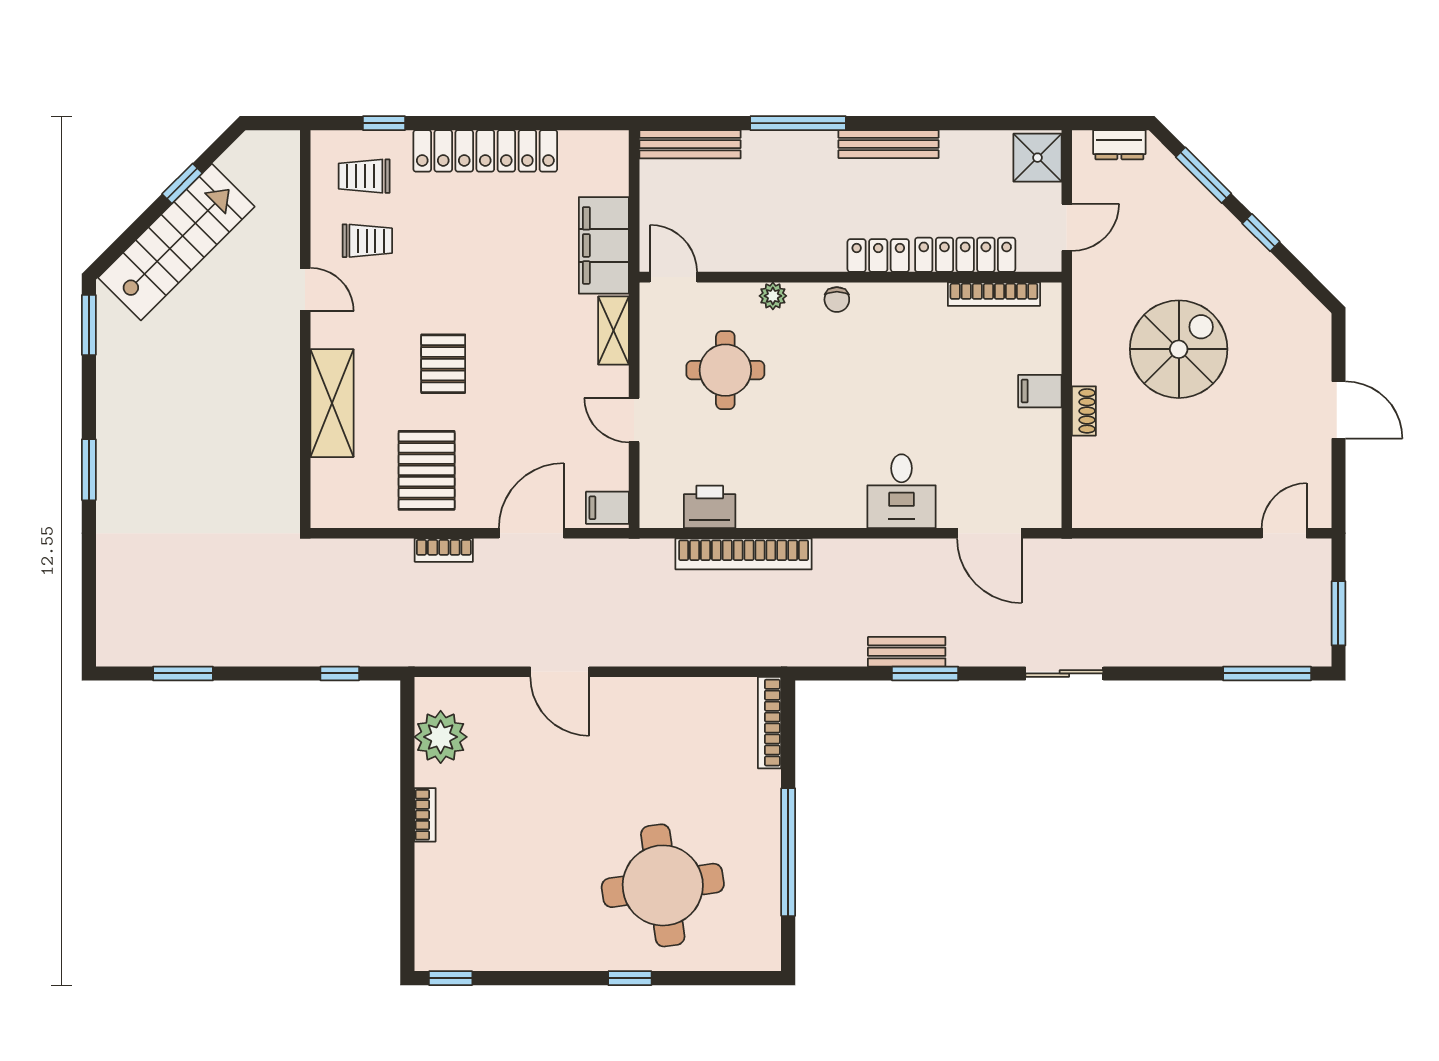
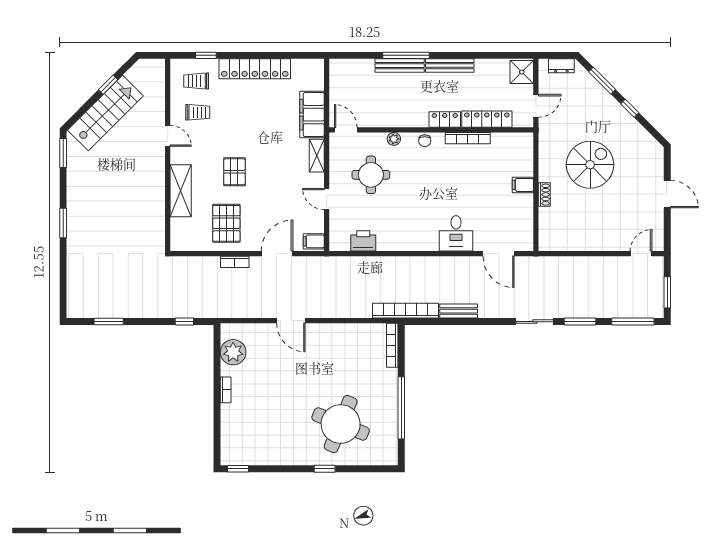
bench: (690, 144) -> (400, 66), moved
bookcase: (994, 294) -> (468, 138), moved
bookcase: (744, 554) -> (406, 311), moved, turned 180
window: (925, 673) -> (580, 322), moved
round table: (663, 885) -> (341, 424), turned 30

